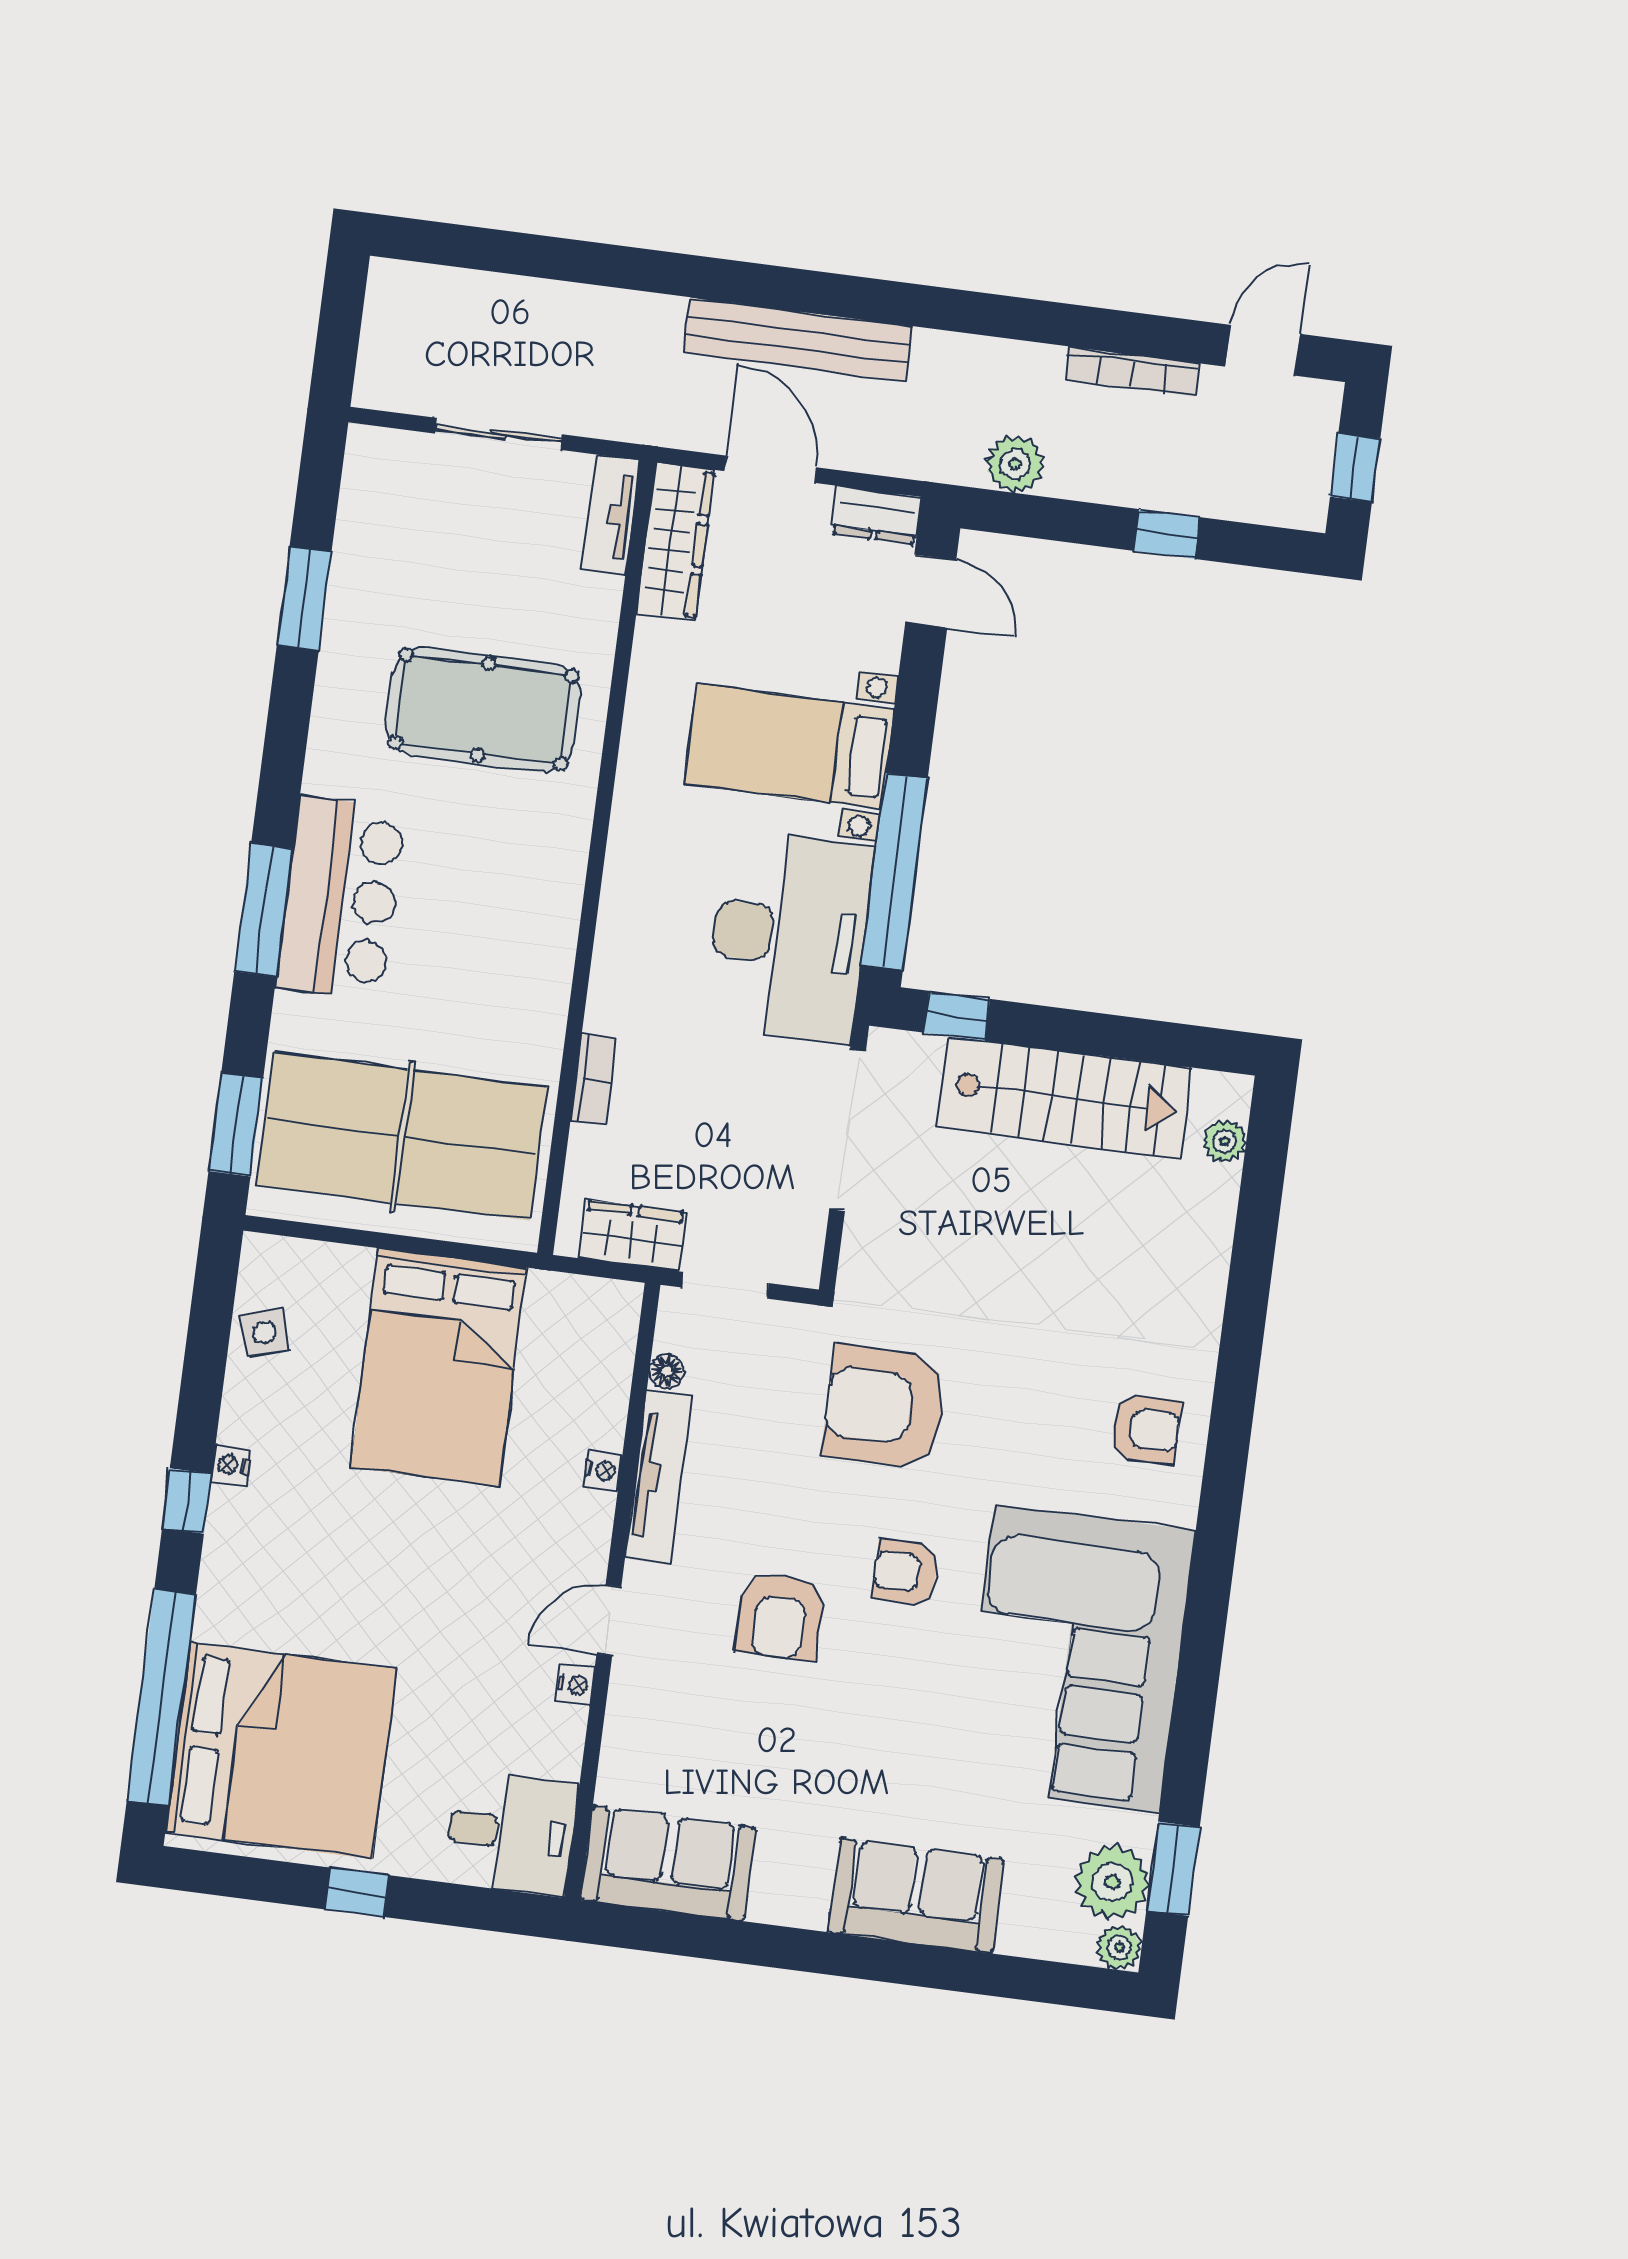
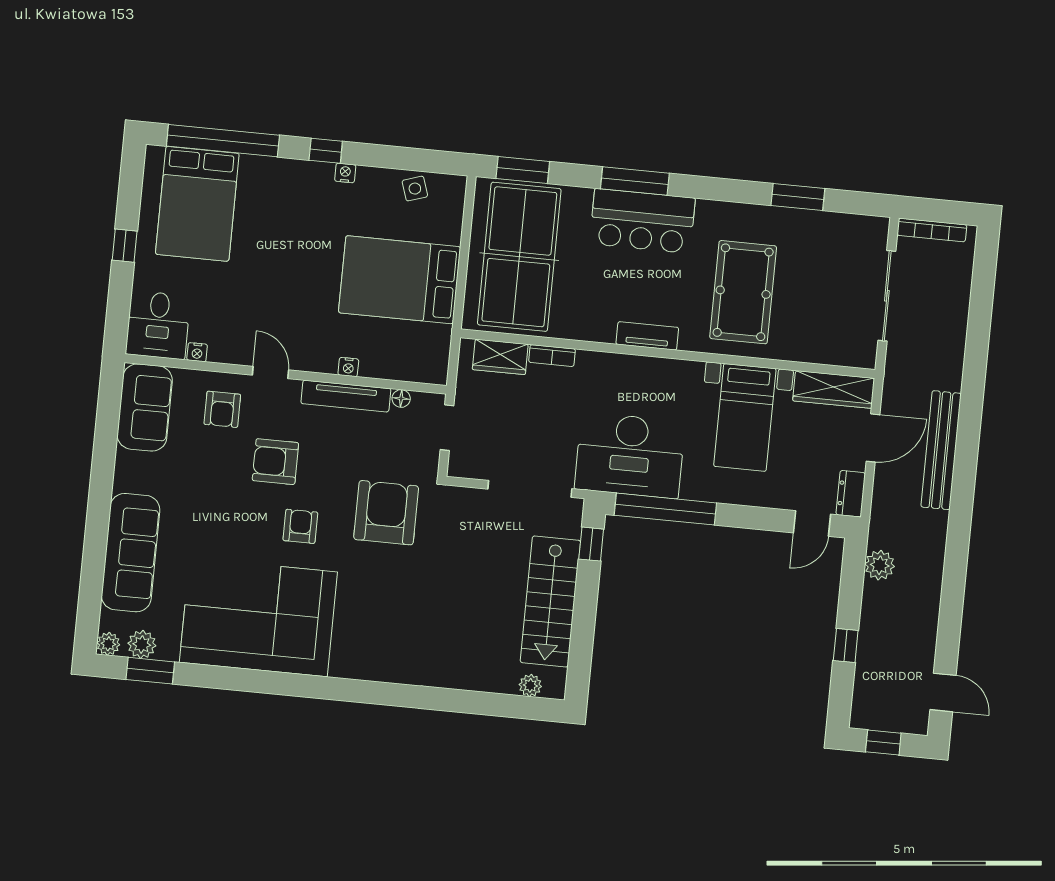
bookcase: (1132, 371) -> (932, 230), moved, turned -90
sliding door: (499, 434) -> (887, 296), width x1.37
tv unit: (611, 515) -> (647, 336), moved
bed with nightstands: (789, 746) -> (745, 417), moved, turned 180
wardrobe: (632, 1235) -> (500, 357), moved, turned 90
armchair: (1146, 1429) -> (222, 409), moved
nightstand: (575, 1685) -> (197, 352), moved
bed: (281, 1750) -> (197, 204), width x0.73
plant: (1112, 1882) -> (142, 644), width x0.73, depth x0.73
sofa: (916, 1896) -> (131, 553), width x1.36

